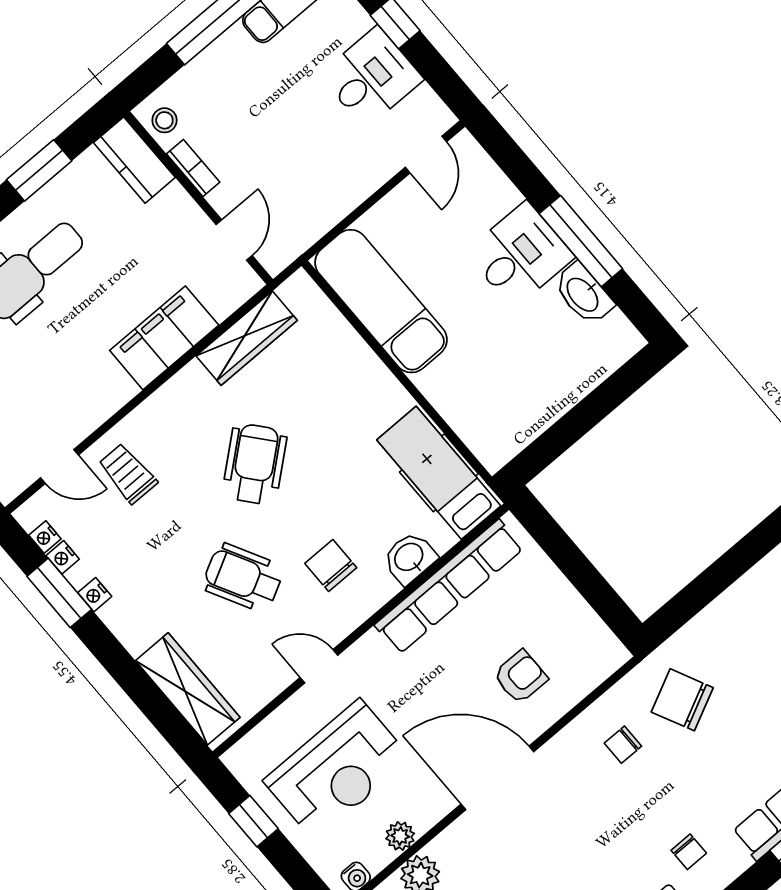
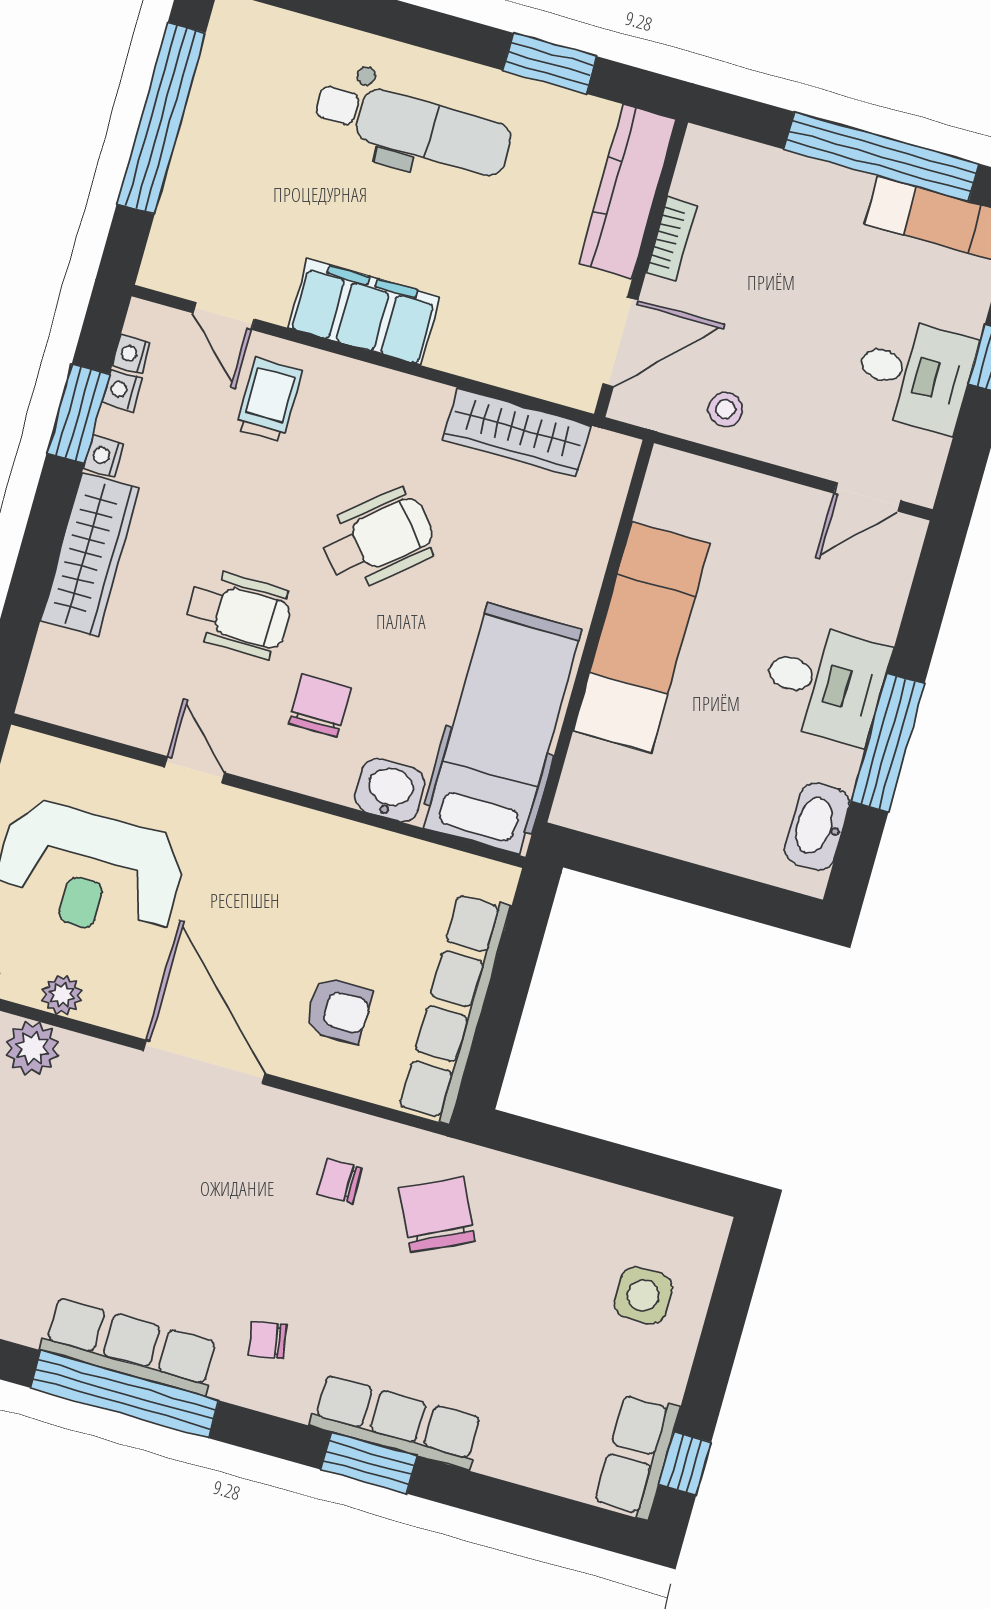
stool: (164, 120) -> (726, 410), moved
kitchen counter: (134, 160) -> (628, 192), width x1.50
door: (234, 240) -> (620, 342), width x1.38
washbasin: (583, 294) -> (817, 826), moved
exam couch: (381, 301) -> (641, 637), moved
filing cabinet: (164, 338) -> (364, 312), moved
hospital bed: (439, 473) -> (503, 729), width x1.37, depth x1.29
wheelchair: (243, 578) -> (238, 614), turned 118
row of seats: (449, 587) -> (455, 1008), moved, turned 90
wardrobe: (188, 689) -> (90, 554), moved
chair: (689, 852) -> (267, 1340), turned 80

